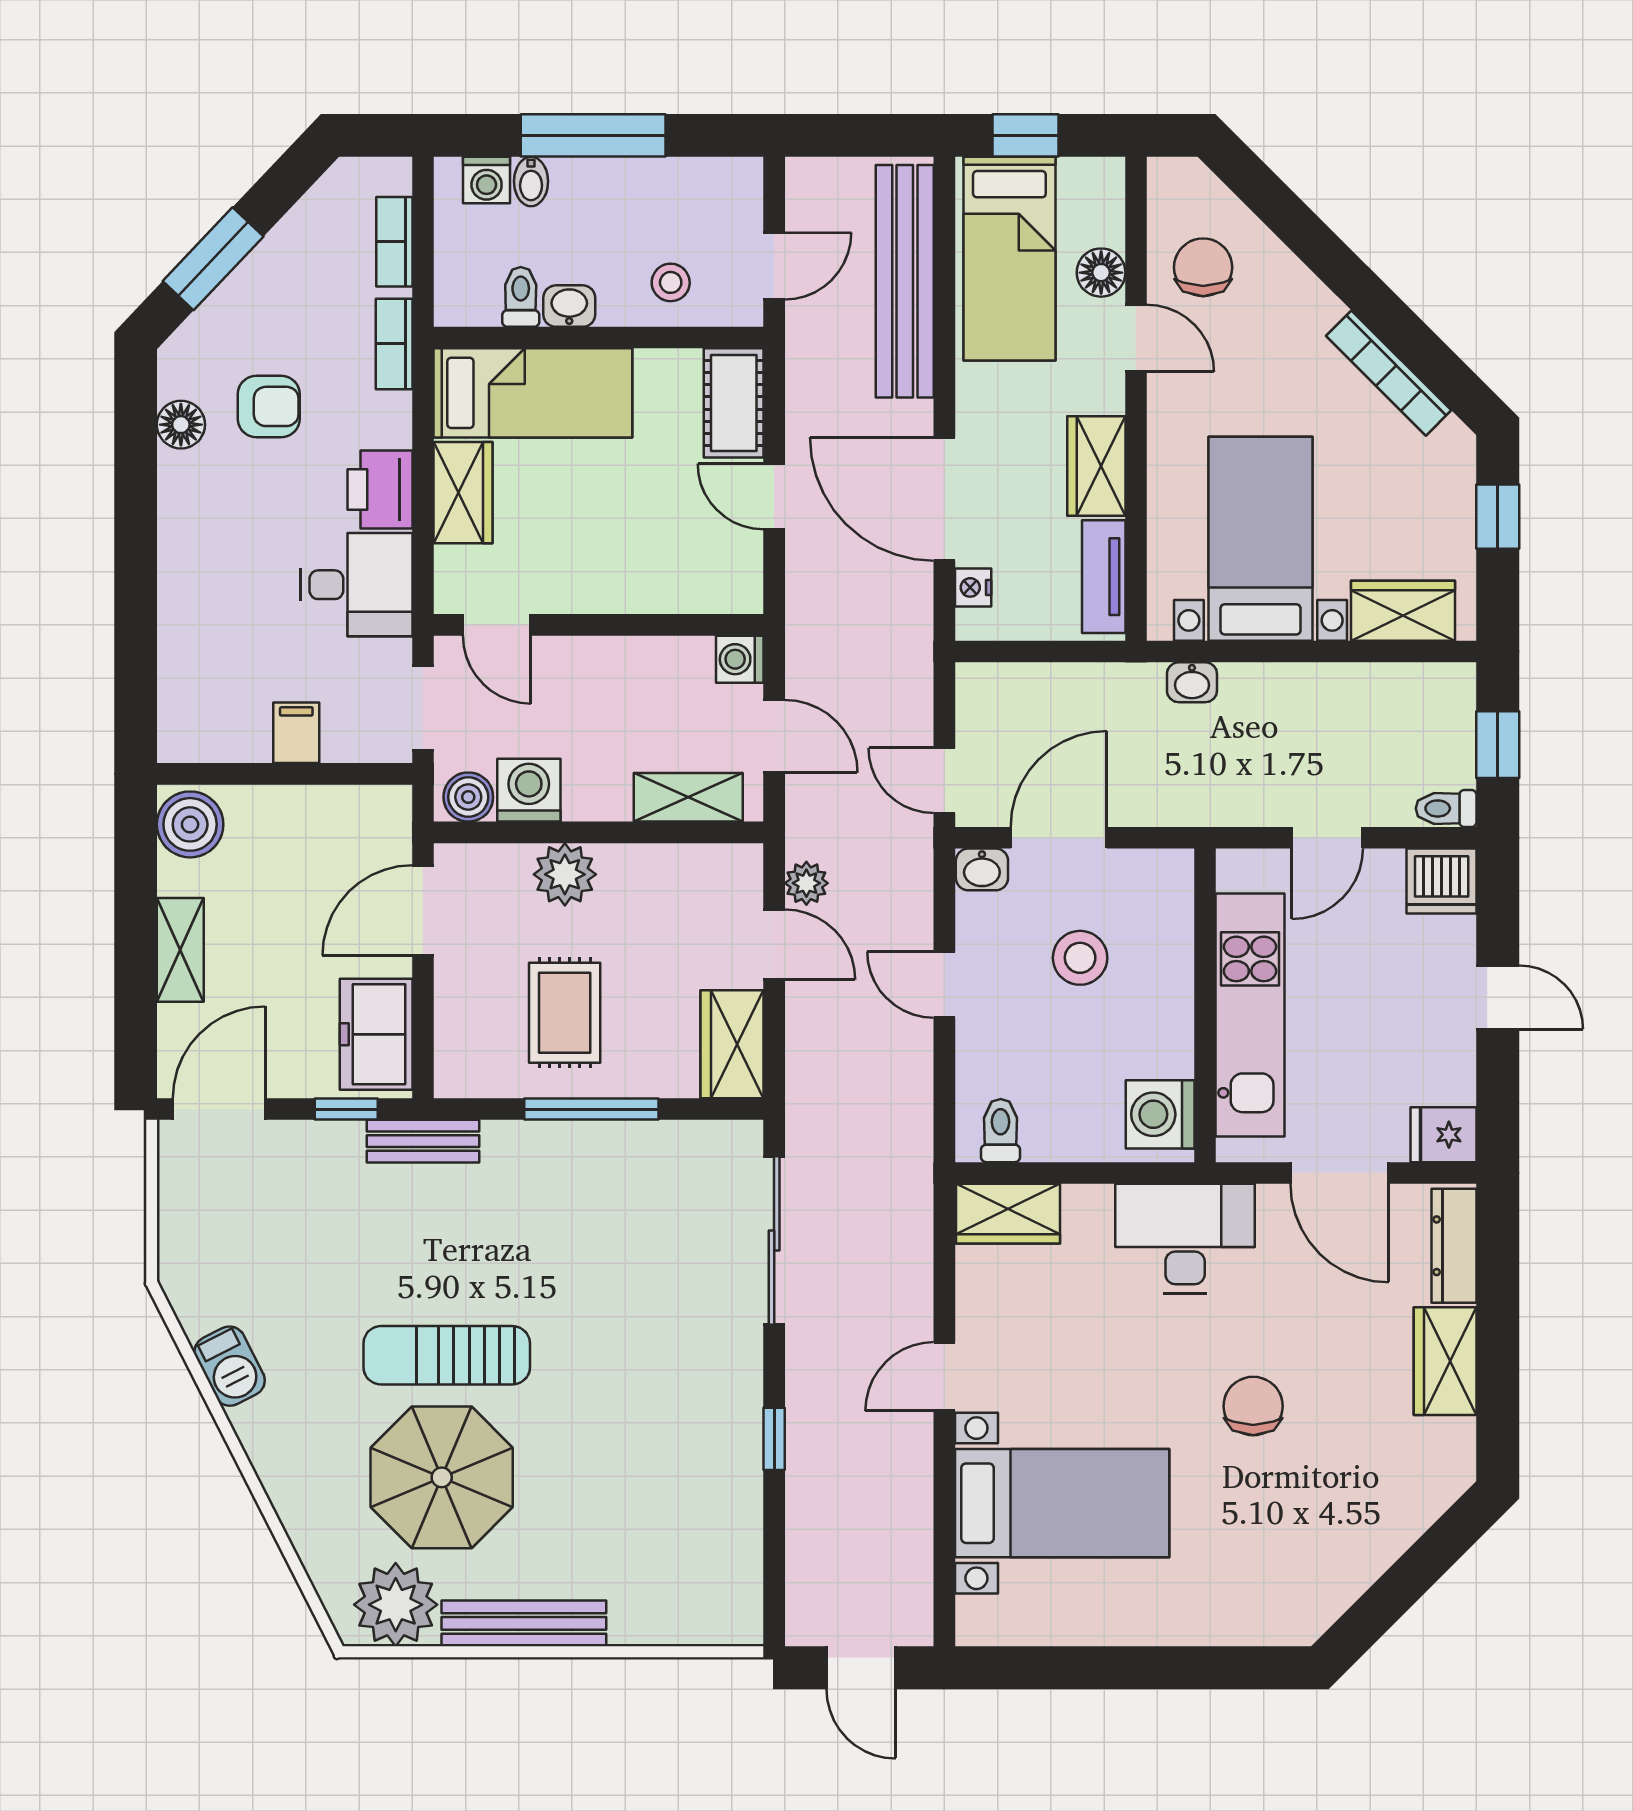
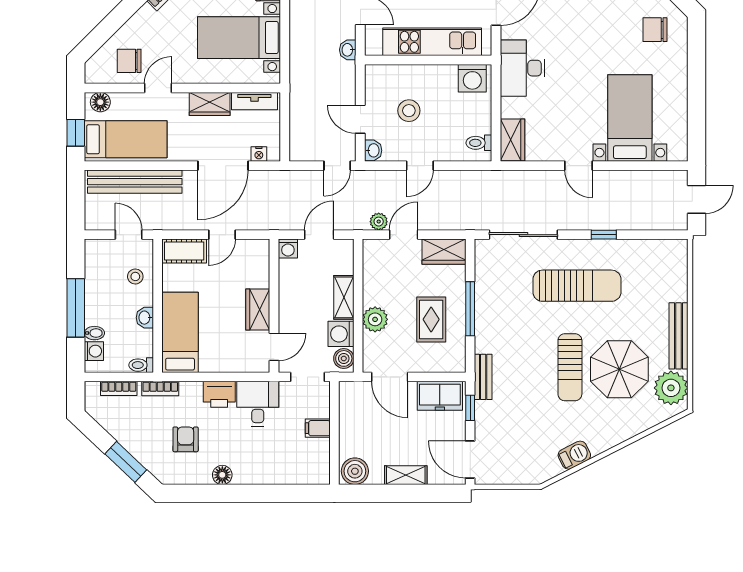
floor lamp: (1101, 273) -> (100, 102), moved
toilet: (521, 297) -> (141, 365), moved
floor lamp: (181, 425) -> (222, 475), moved
wardrobe: (463, 493) -> (258, 310), moved, turned -90
washbasin: (1192, 682) -> (348, 50), moved, turned 180
shelving: (688, 797) -> (344, 297), moved
door: (1059, 838) -> (360, 119), width x0.73
rug: (565, 1013) -> (431, 319), turned 90
sun lounger: (648, 1373) -> (577, 286), added
chair: (1253, 1406) -> (655, 30), moved

